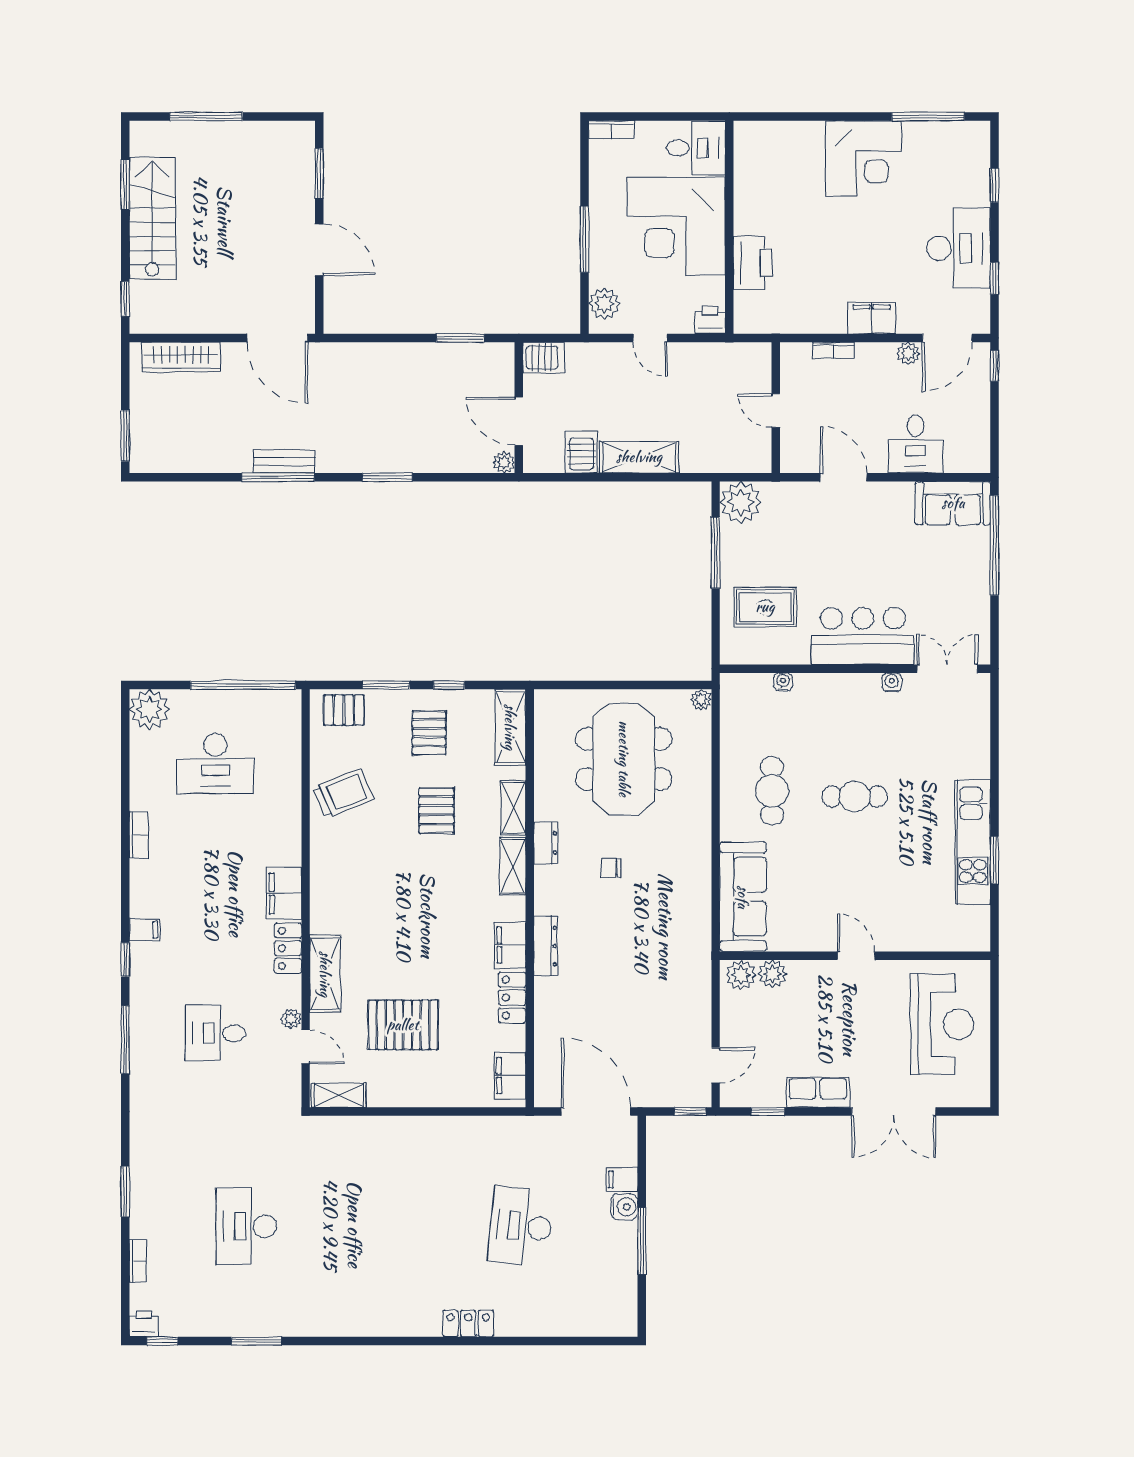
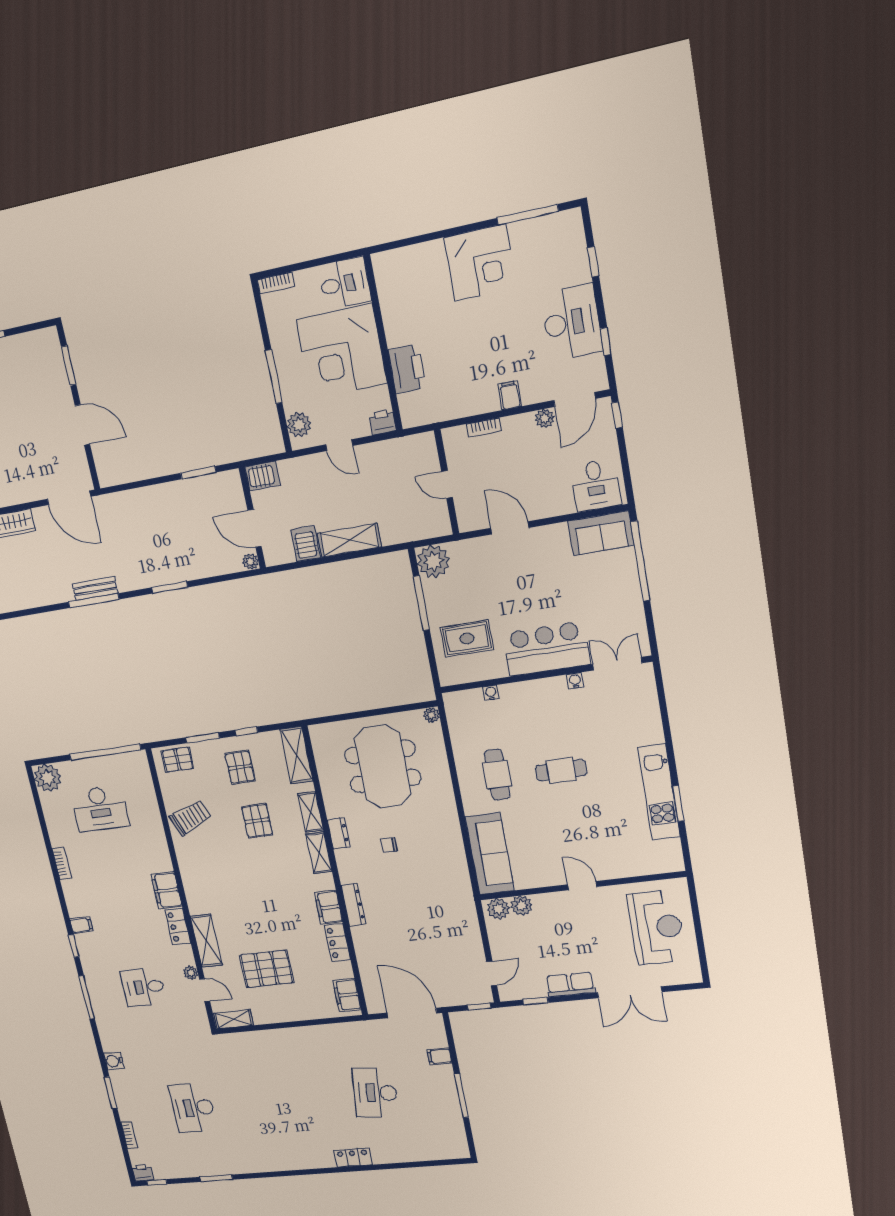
filing cabinet: (871, 318) -> (510, 395), width x0.50
desk: (915, 444) -> (596, 485), moved
water cooler: (624, 1207) -> (114, 1061), moved, turned 180

